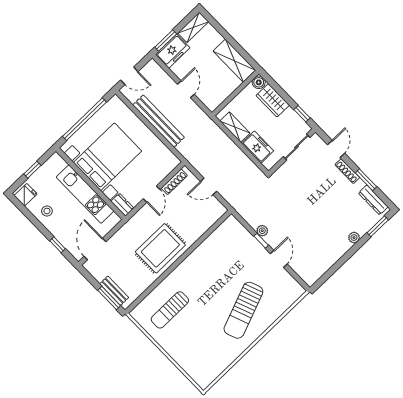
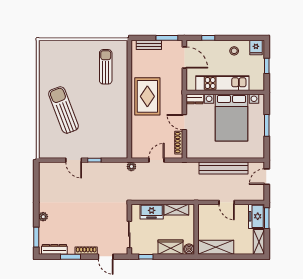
window: (85, 119) -> (267, 125), width x0.47
plant: (262, 231) -> (131, 167), moved
window: (109, 298) -> (167, 38), moved

